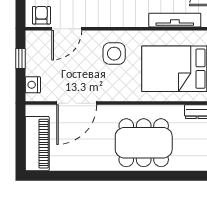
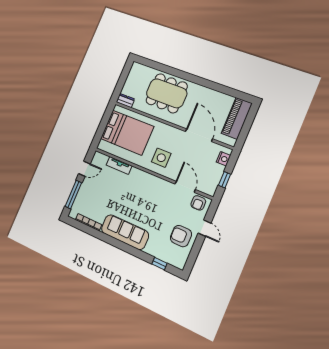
tv unit: (175, 20) -> (119, 165), width x0.71
door: (67, 29) -> (185, 187), hinge flipped
door: (77, 103) -> (199, 135), hinge flipped

